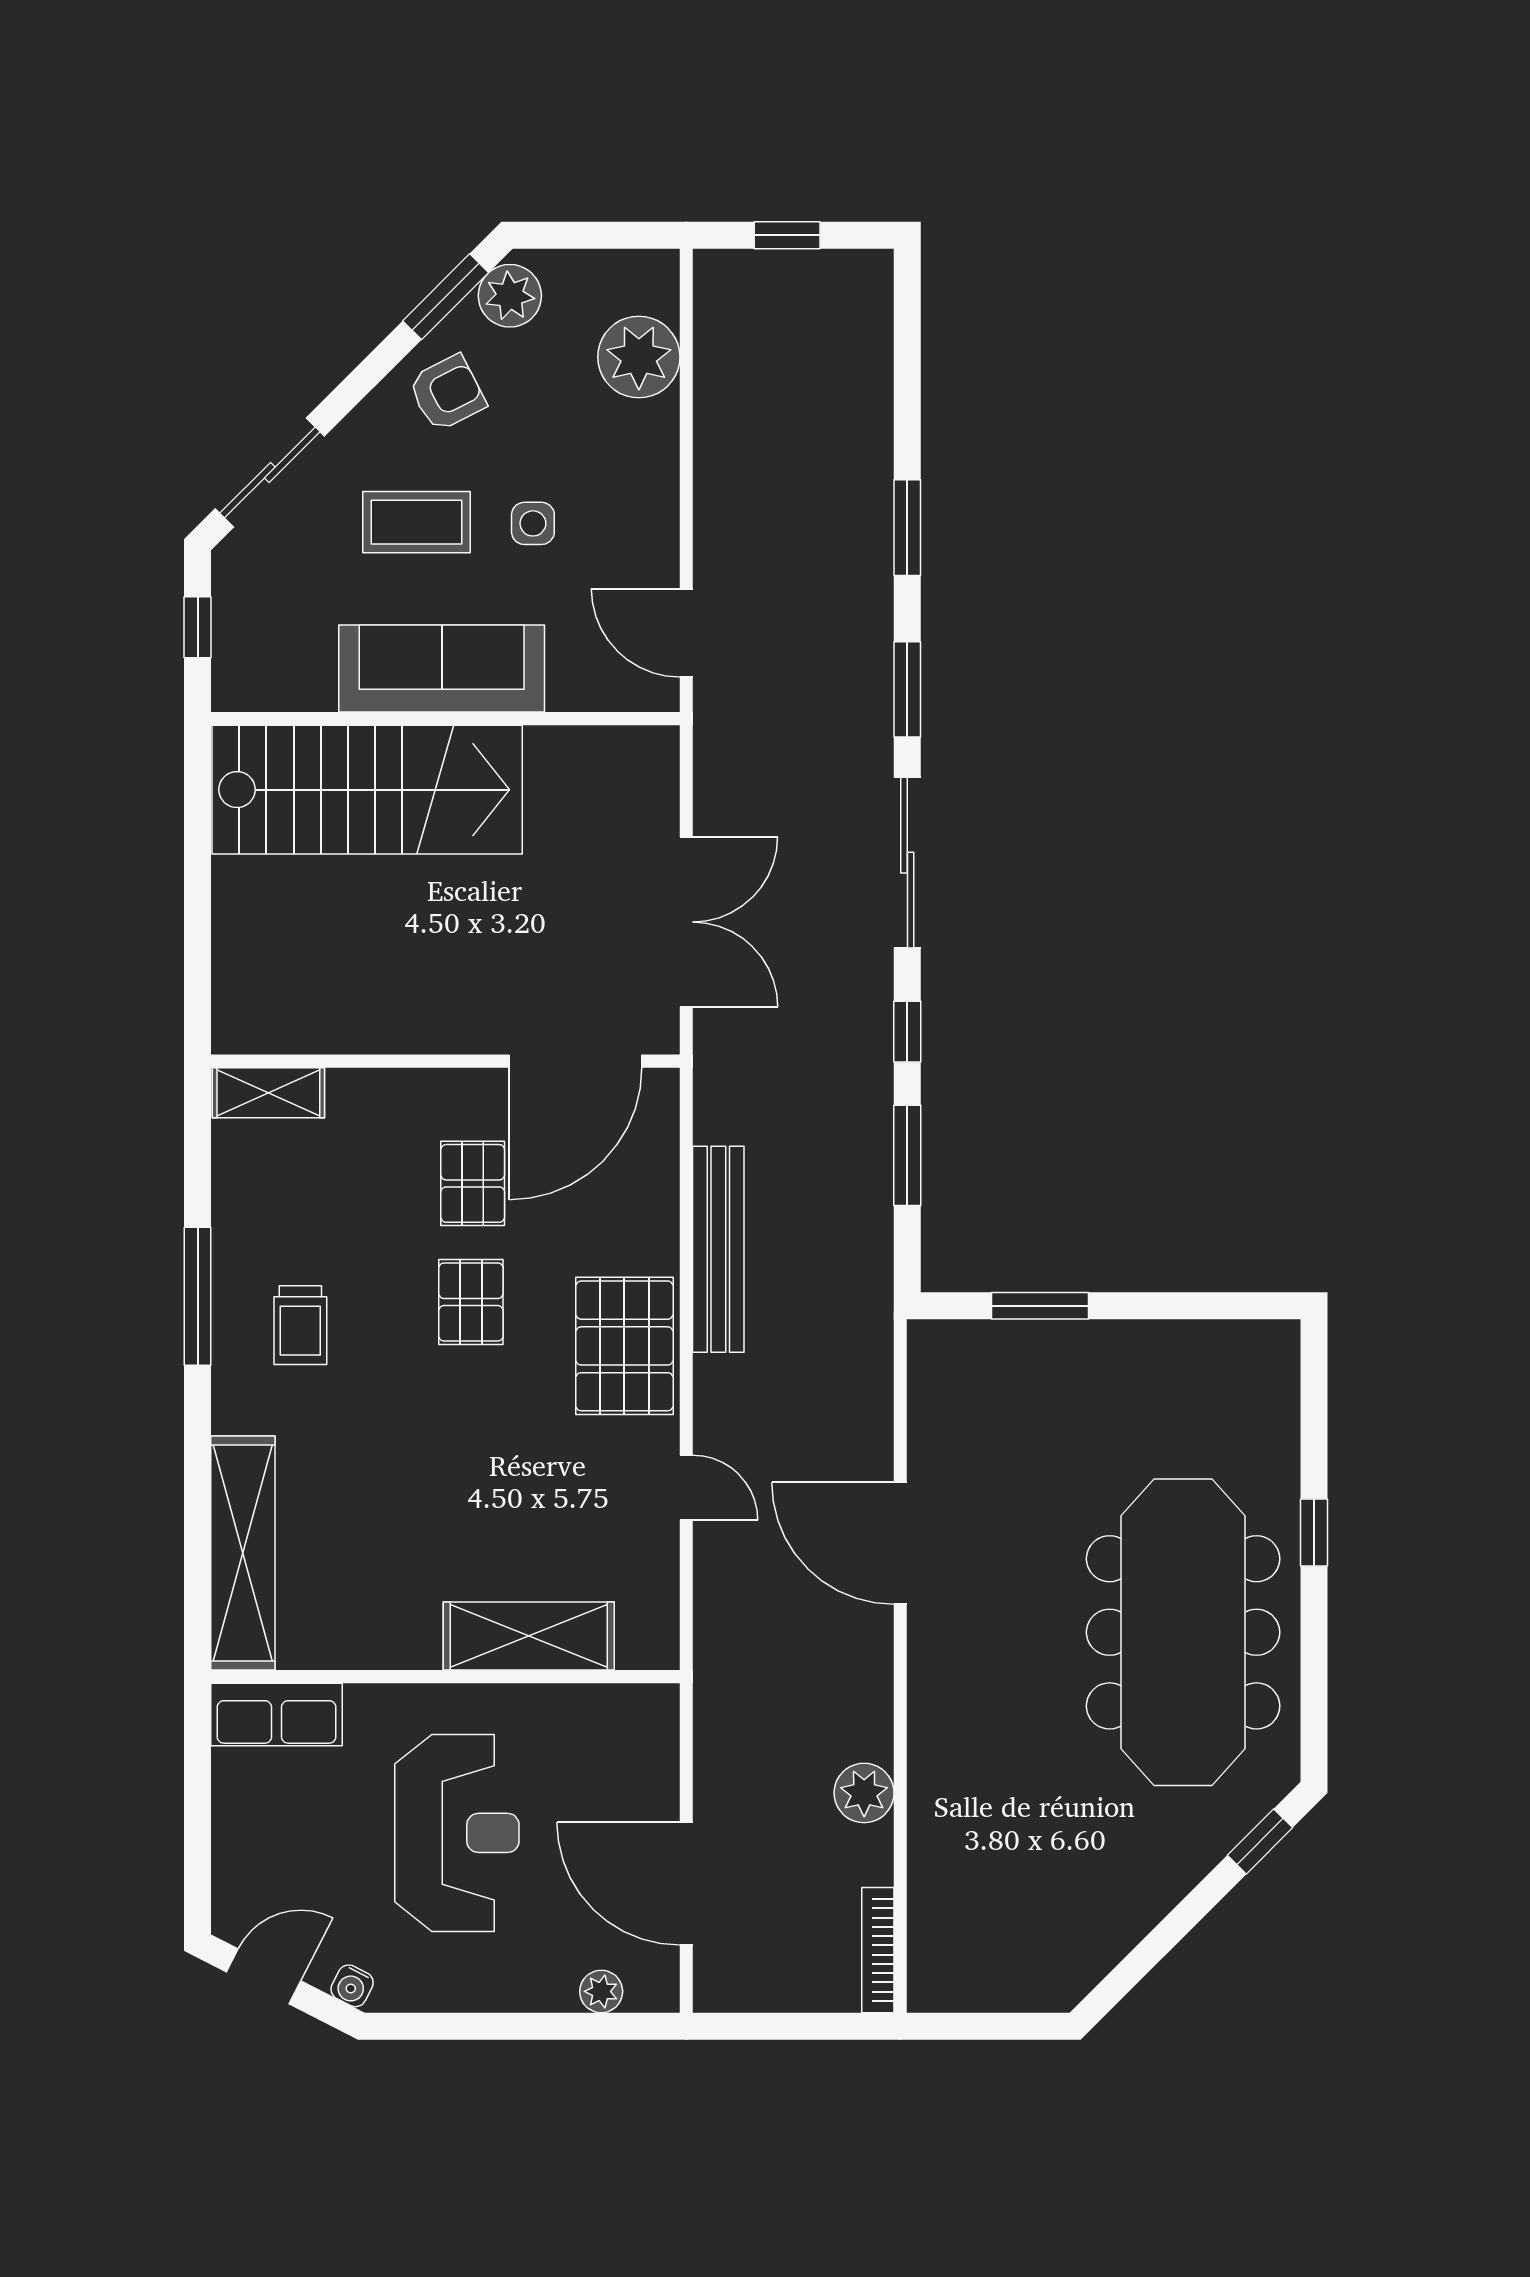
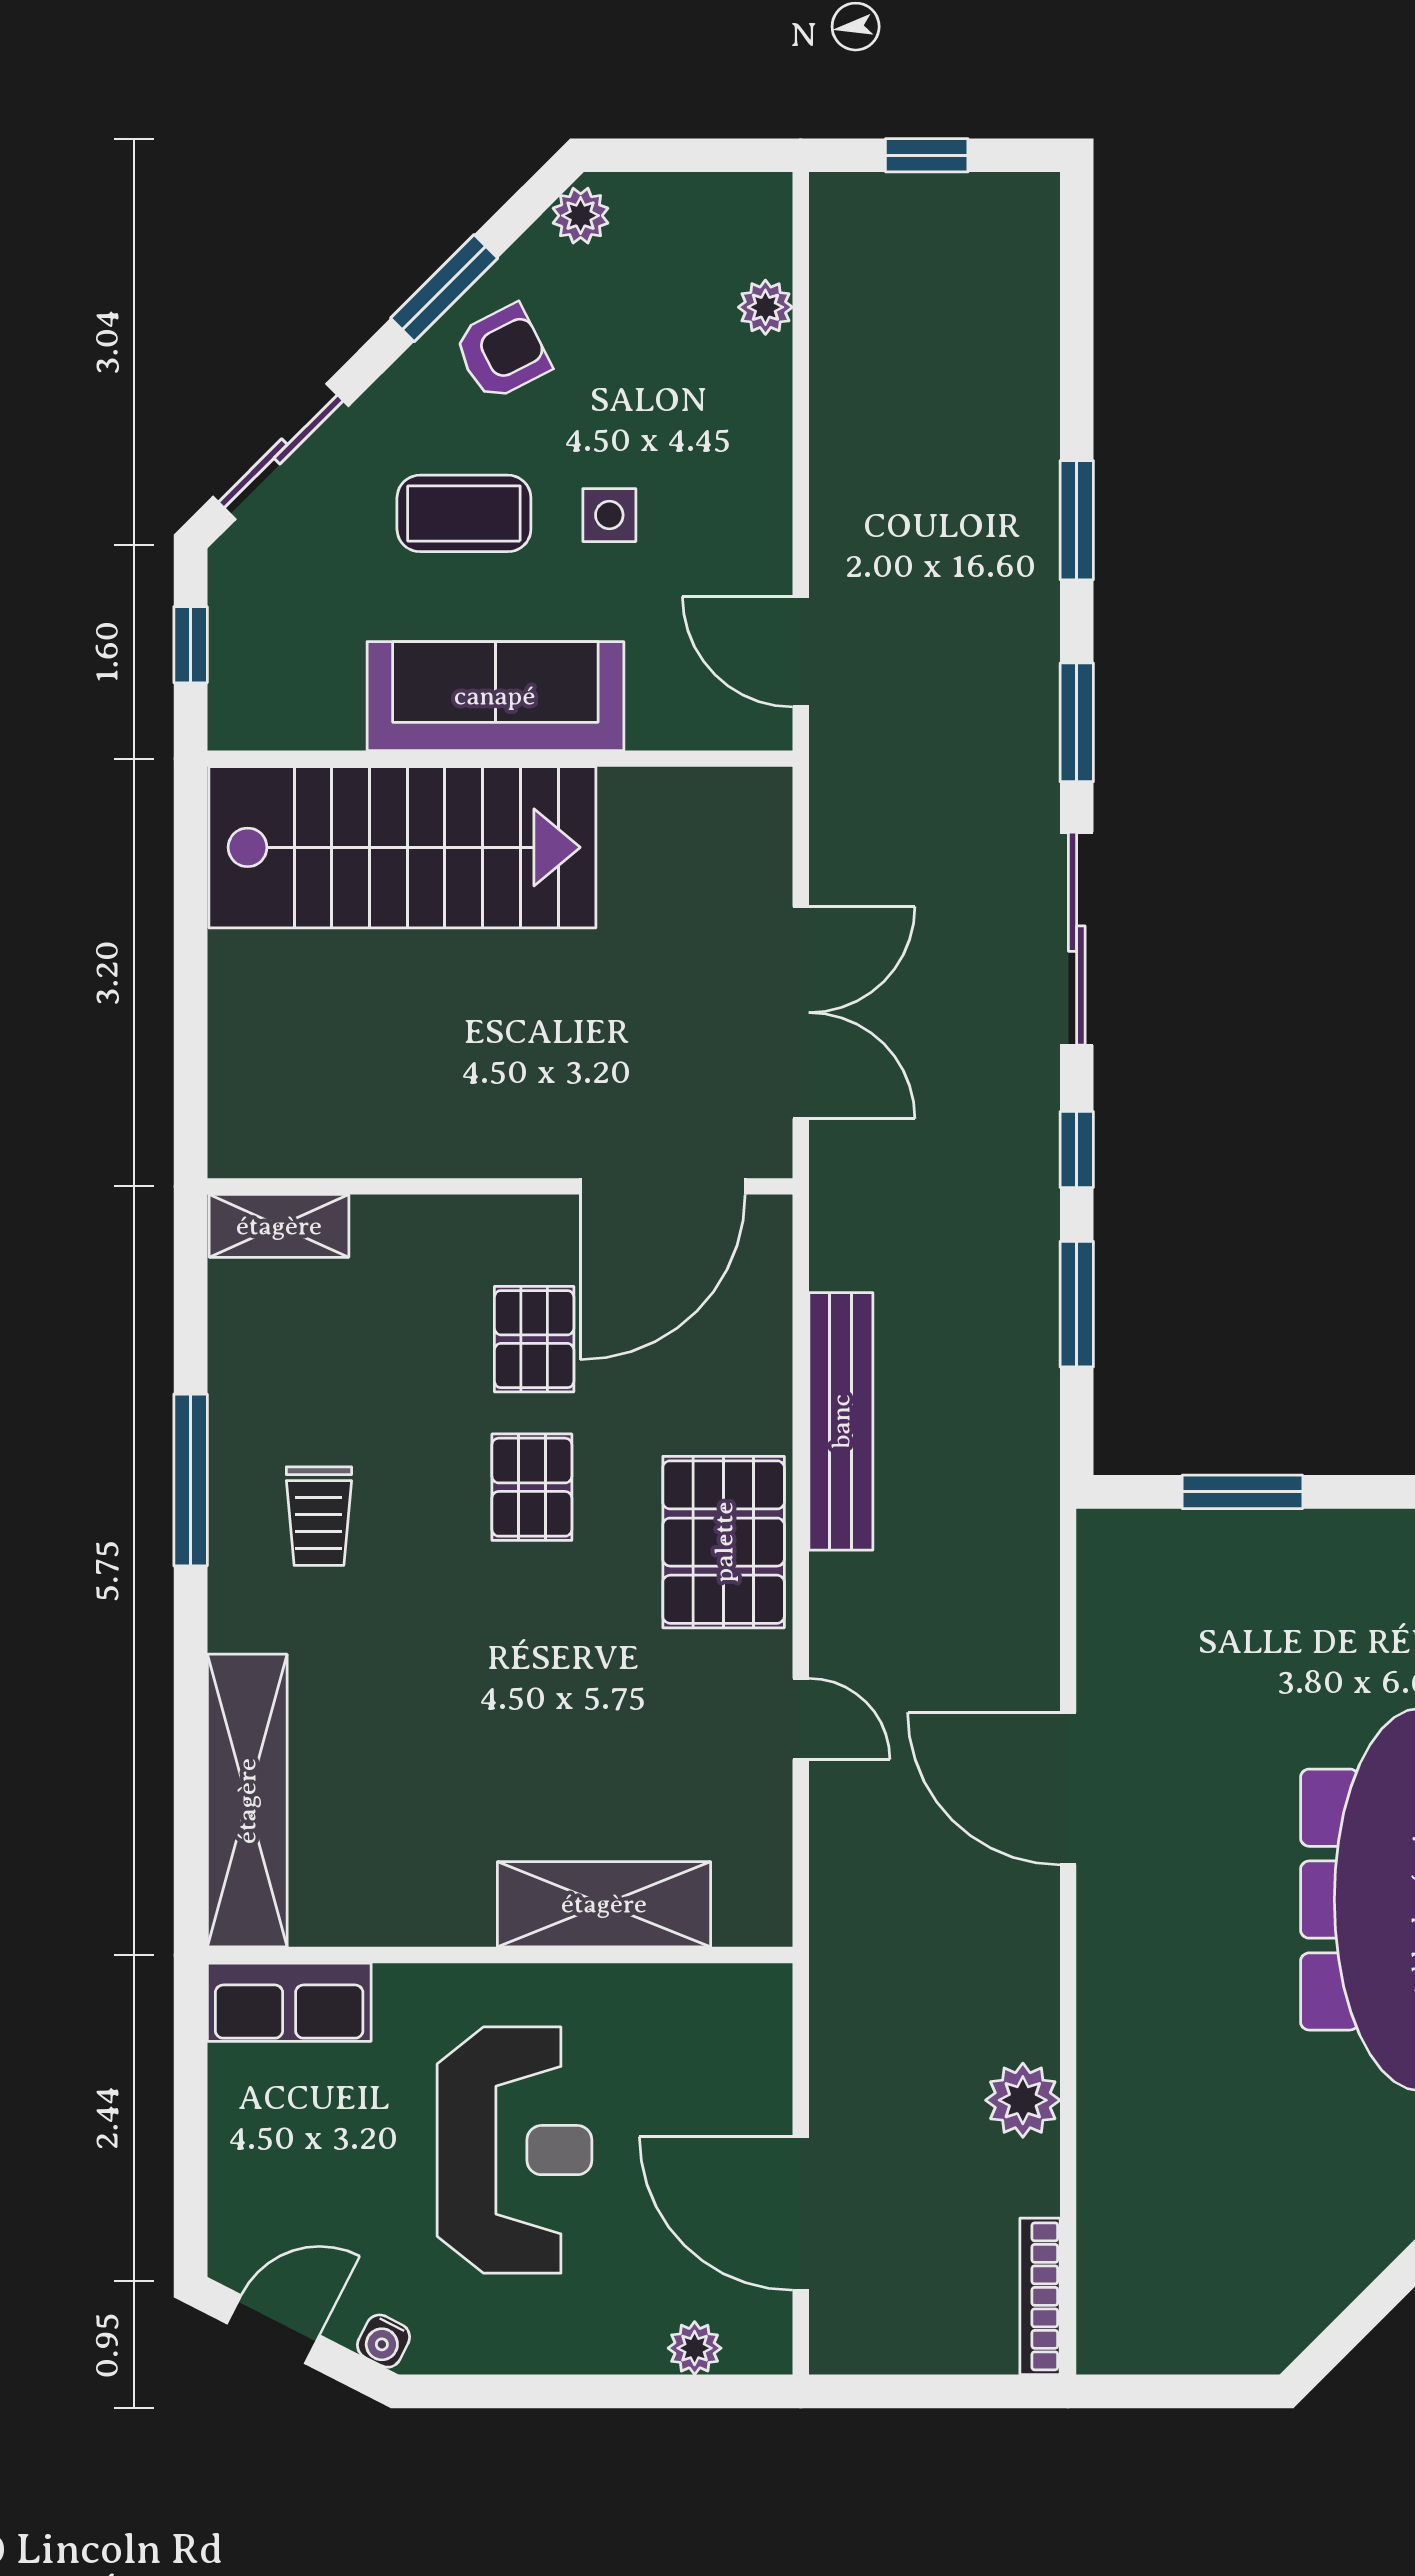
plant: (510, 296) -> (581, 216), width x0.73, depth x0.73
window: (446, 297) -> (444, 288), moved
plant: (639, 357) -> (765, 307), width x0.53, depth x0.53

